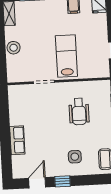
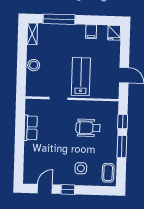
wheelchair: (79, 112) -> (88, 128), turned 90
row of seats: (17, 140) -> (31, 128), moved

